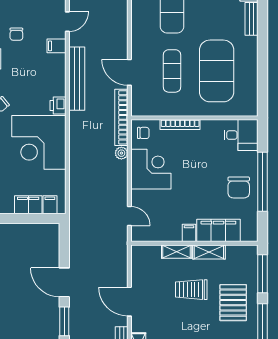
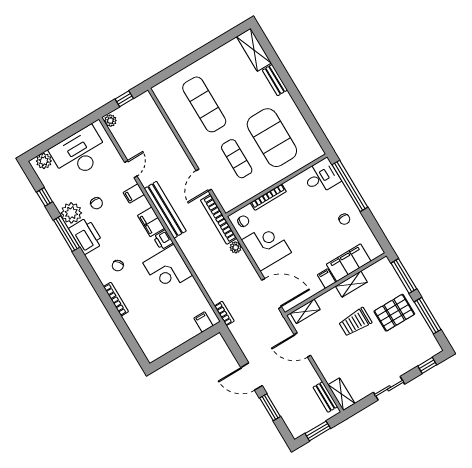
door: (129, 72) -> (204, 180), hinge flipped
corner desk: (39, 142) -> (168, 269), width x0.74, depth x0.74
window: (262, 182) -> (350, 186), moved
chair: (239, 187) -> (344, 219), width x0.54, depth x0.54
filing cabinet: (28, 205) -> (151, 222), moved, turned -90
bookcase: (74, 208) -> (224, 313), added
door: (129, 216) -> (272, 293), width x1.87
shelving: (177, 252) -> (305, 311), moved
door: (129, 302) -> (302, 345), moved
pallet: (233, 303) -> (394, 313), turned 90

